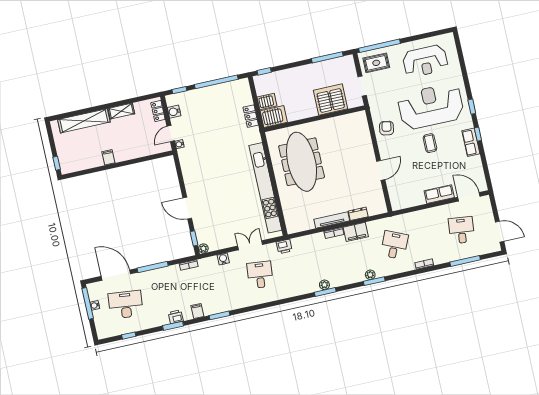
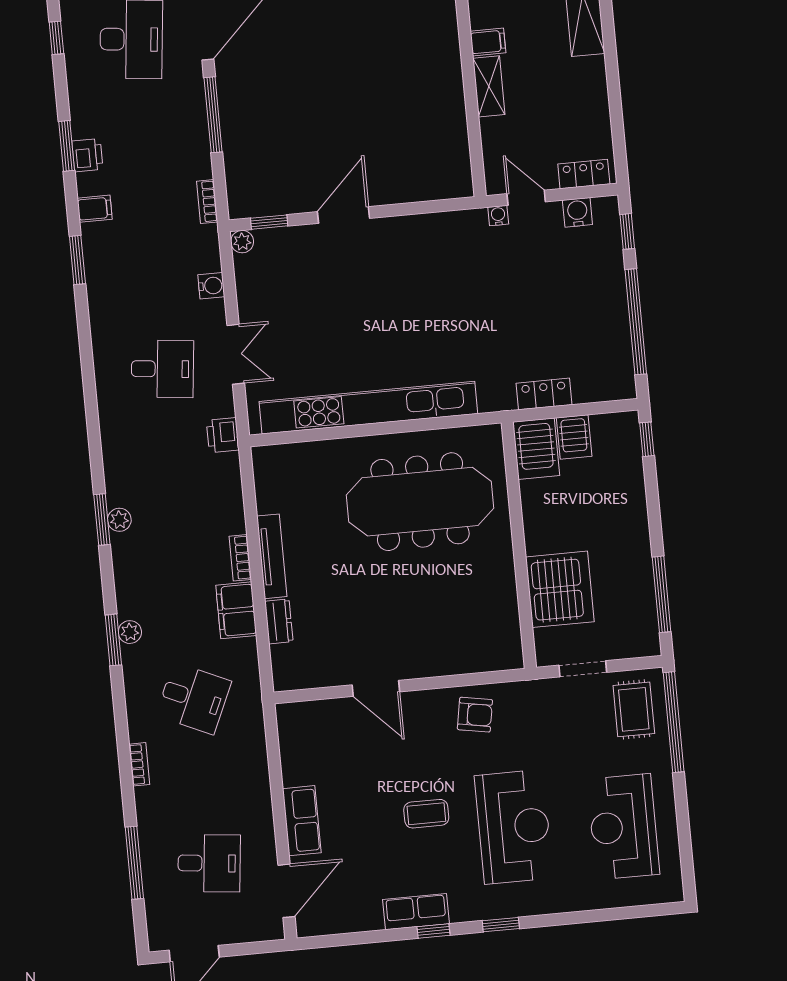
reception desk: (431, 106) -> (514, 827), width x0.74, depth x0.77
shelving: (121, 111) -> (489, 86), moved

